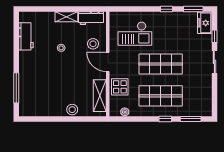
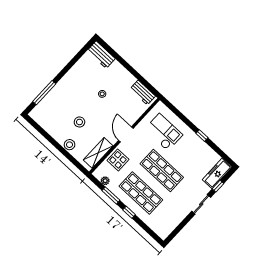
window: (193, 9) -> (221, 153), removed
shelving: (66, 17) -> (126, 75), removed
freezer: (205, 23) -> (217, 173), width x1.40
checkout: (135, 34) -> (164, 132), turned 180
workbench: (26, 36) -> (101, 55), moved, turned 90
stool: (93, 44) -> (79, 122), moved
window: (191, 119) -> (111, 195), moved

